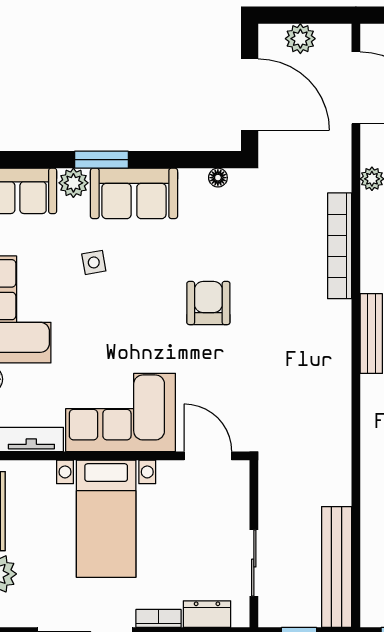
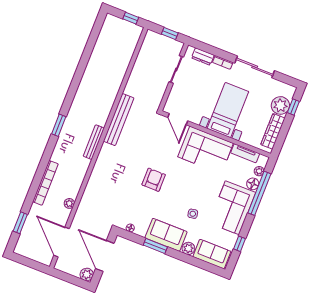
plant: (300, 39) -> (87, 274), moved
window: (101, 160) -> (155, 246), moved
bookcase: (340, 246) -> (93, 182), removed
armchair: (208, 303) -> (154, 180), turned 180
bench: (337, 567) -> (119, 120), moved

